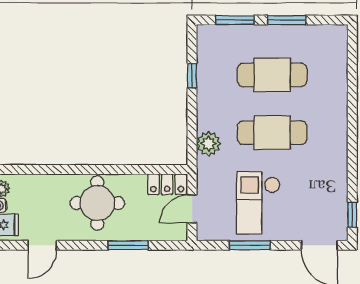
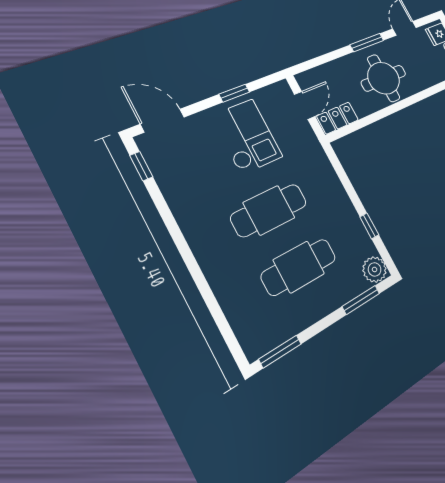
window: (287, 20) -> (280, 352), moved
plant: (209, 144) -> (375, 269), moved
window: (128, 245) -> (367, 43), moved
window: (250, 245) -> (234, 93), width x0.67

